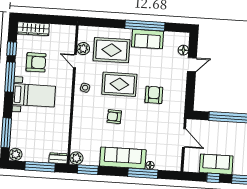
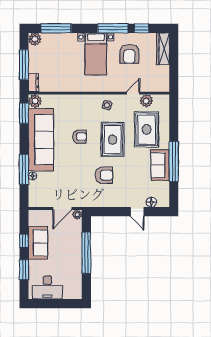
armchair: (114, 117) -> (79, 137), turned 87
plant: (191, 124) -> (77, 215), added
sofa: (123, 158) -> (41, 140), width x1.36, depth x1.27

